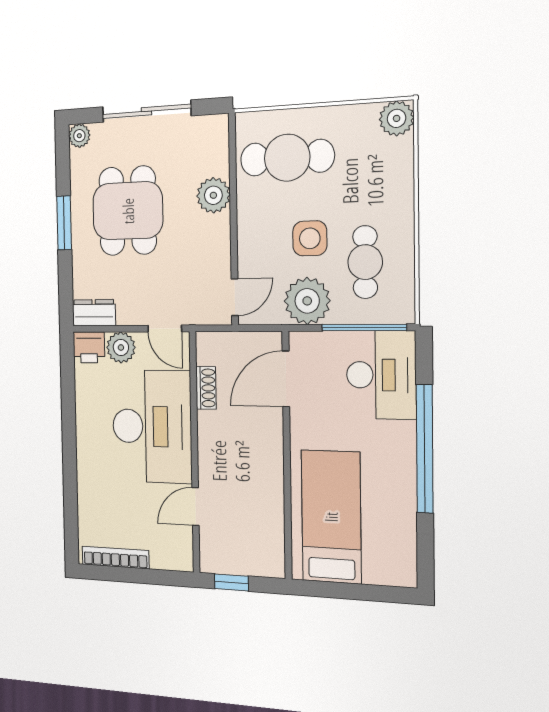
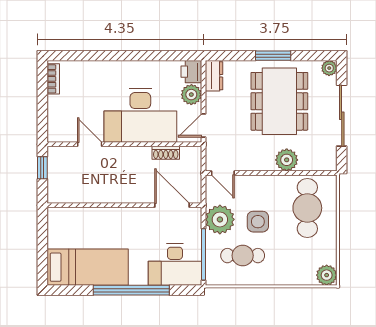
dining table: (128, 211) -> (279, 101), width x1.38
bed: (331, 517) -> (88, 267), moved
bookcase: (115, 557) -> (53, 79), width x0.64

